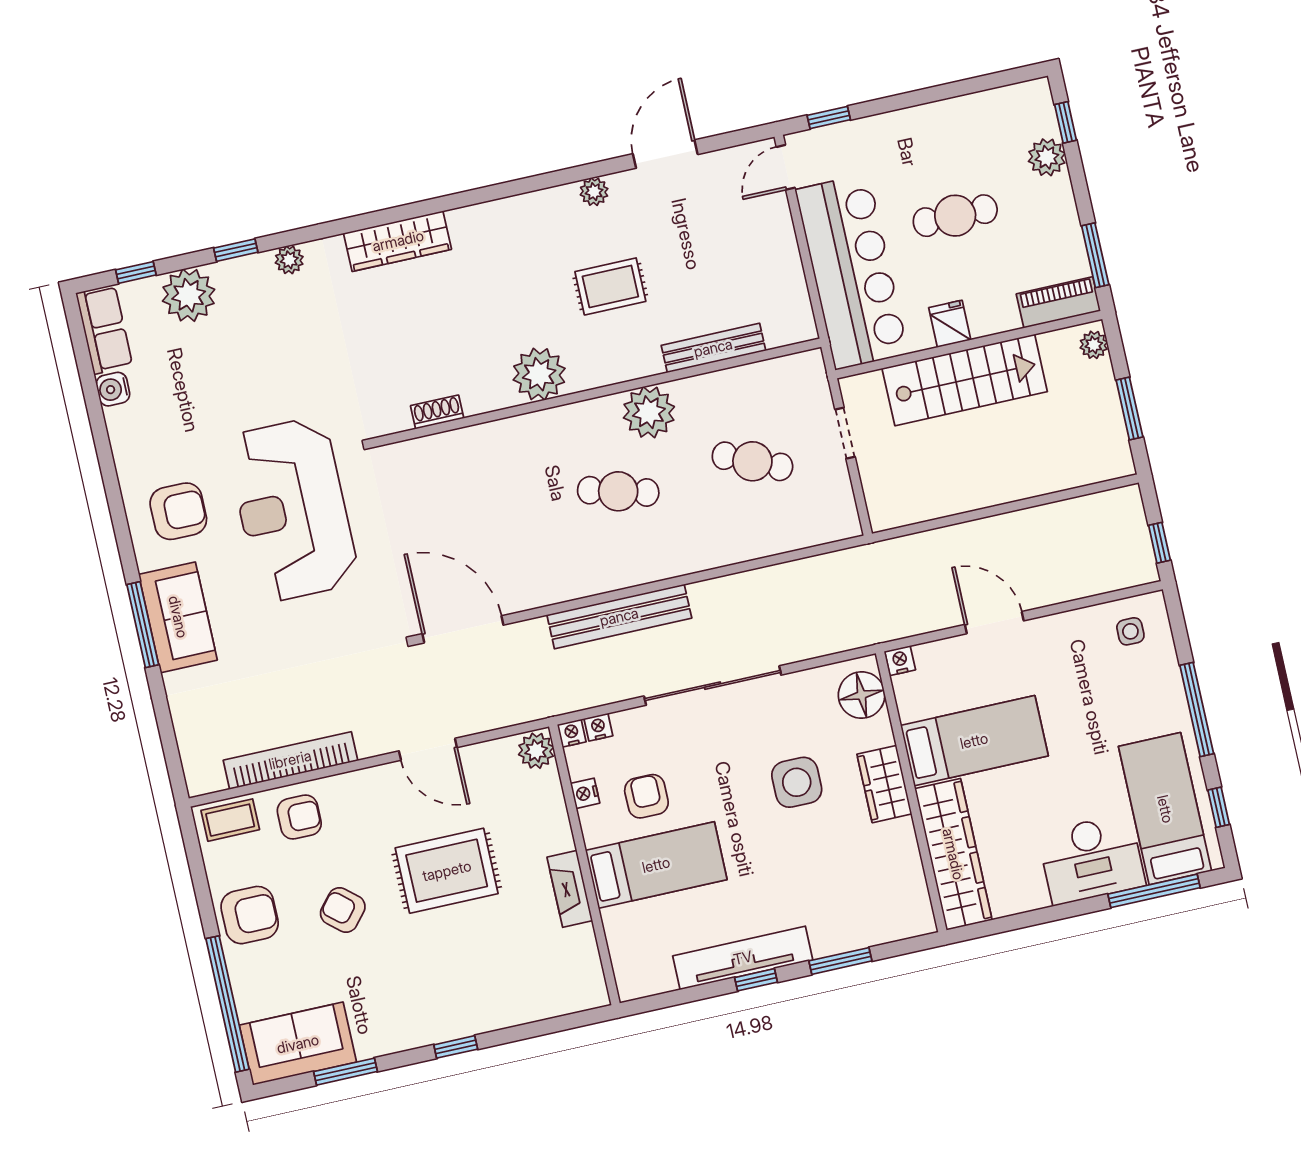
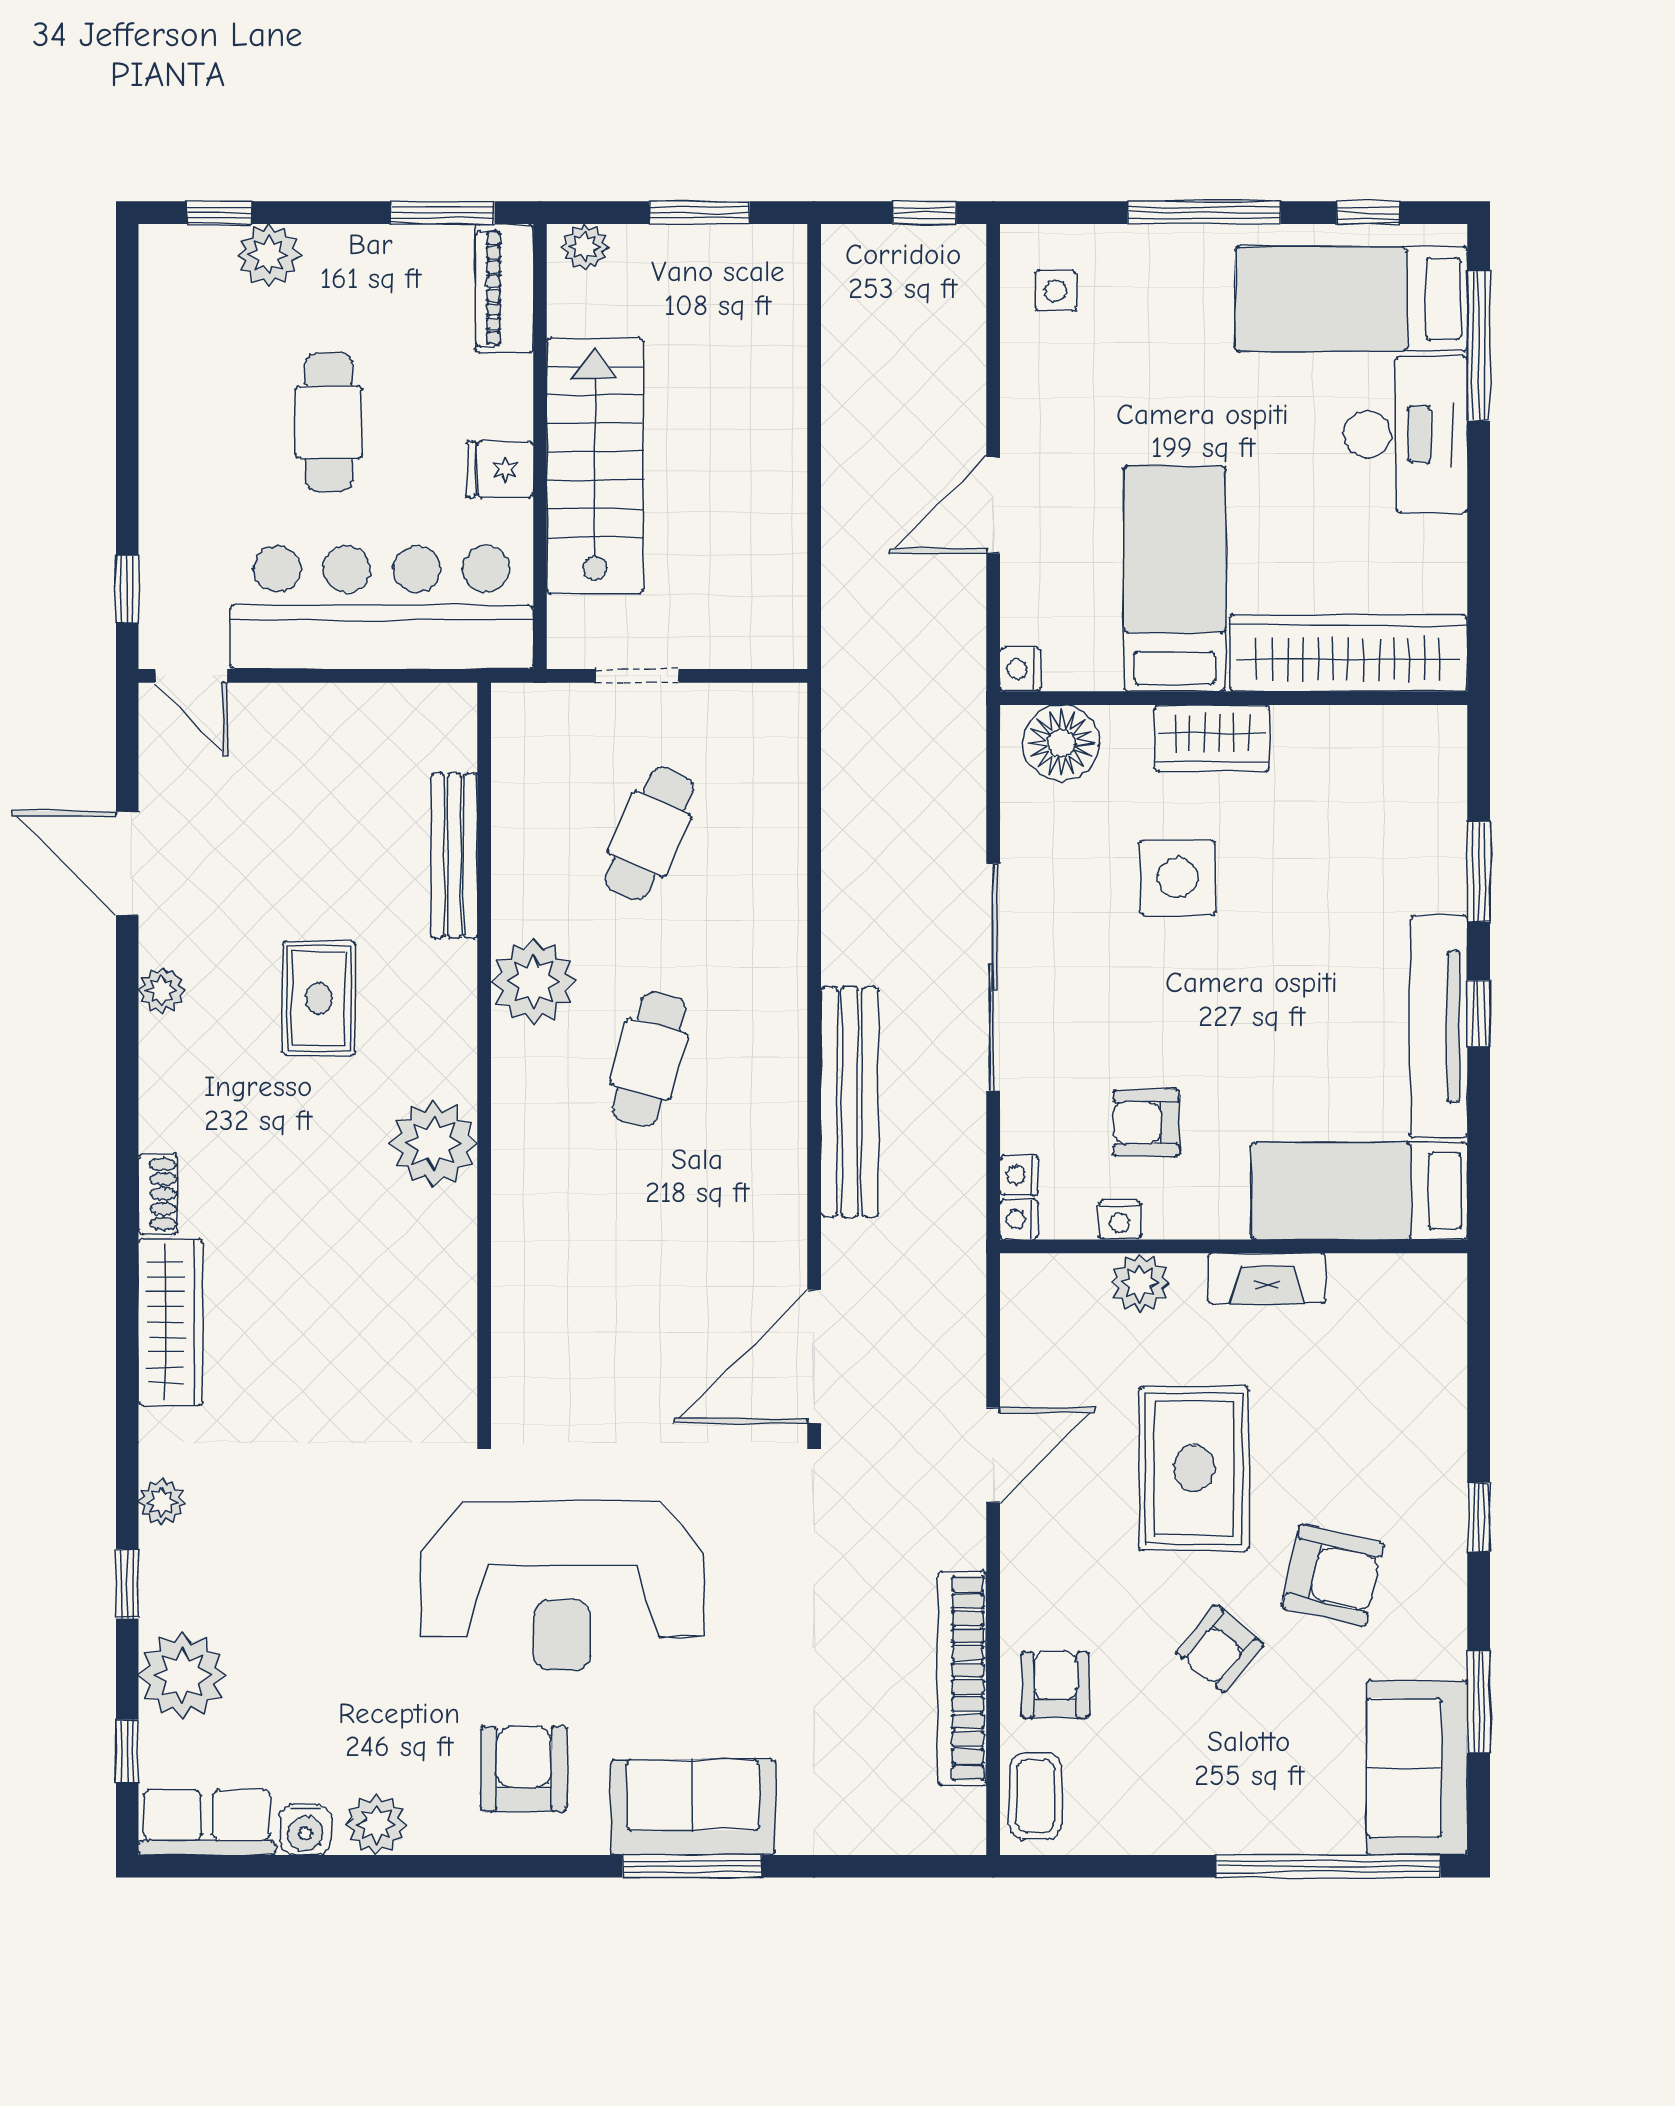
shoe rack: (437, 412) -> (158, 1194), moved, turned 180
plant: (125, 431) -> (376, 1824), added
plant: (536, 751) -> (1140, 1283), moved
bed: (656, 865) -> (1359, 1191), moved, turned -90
armchair: (250, 915) -> (1333, 1576), moved, turned 103

